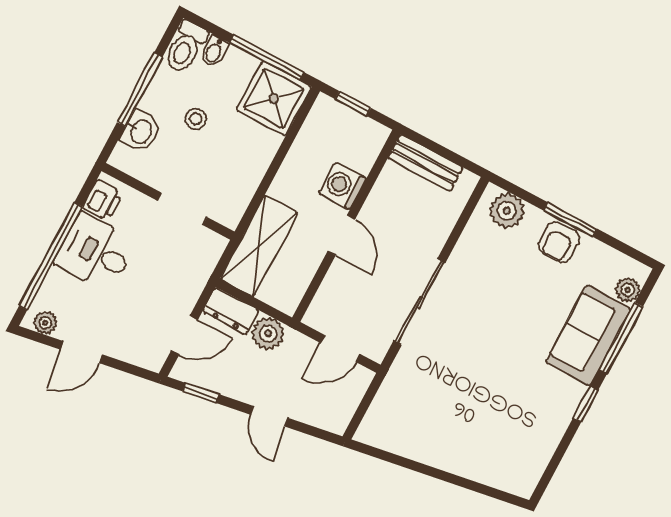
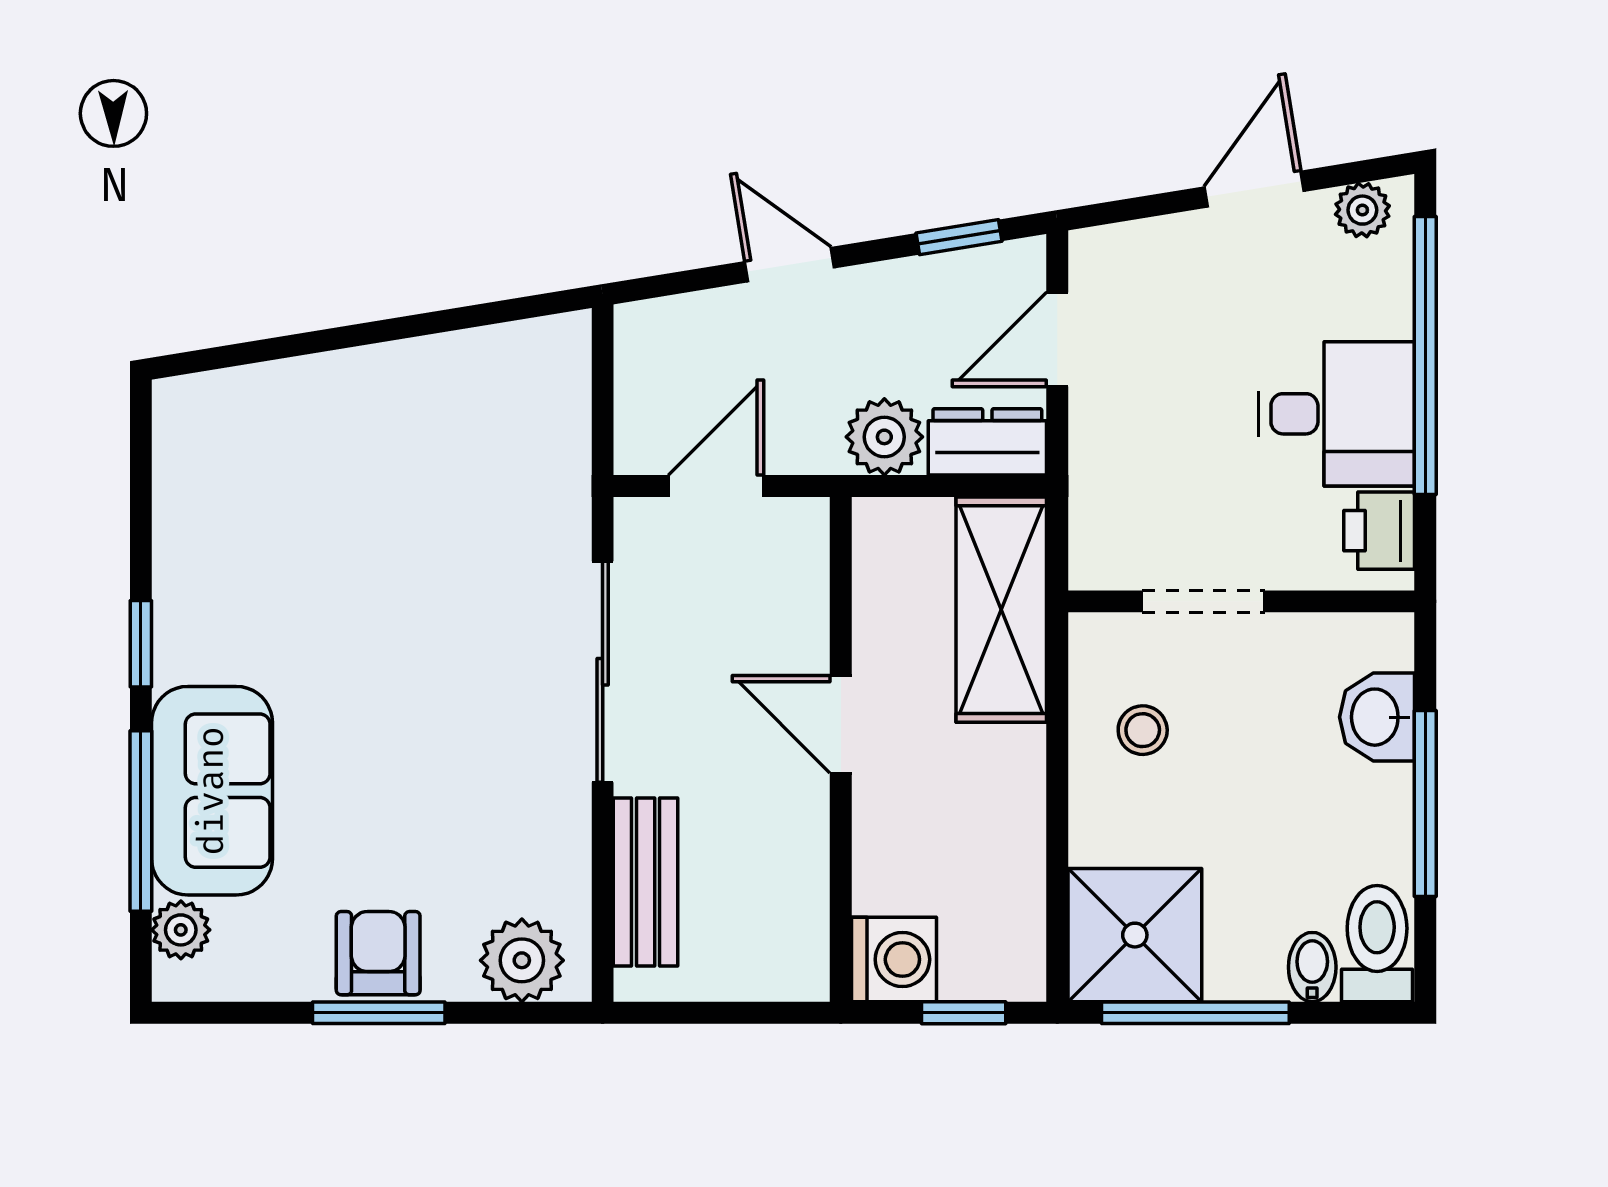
stool: (196, 119) -> (1143, 730), moved
bench: (425, 163) -> (646, 882), moved, turned 90
washing machine: (342, 186) -> (894, 959), moved

